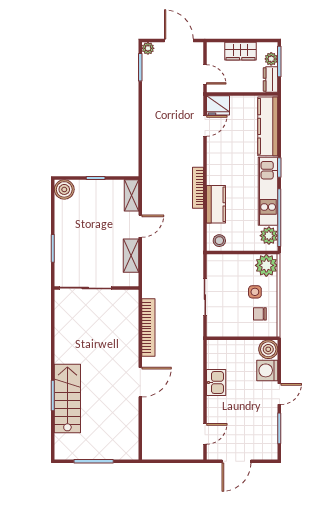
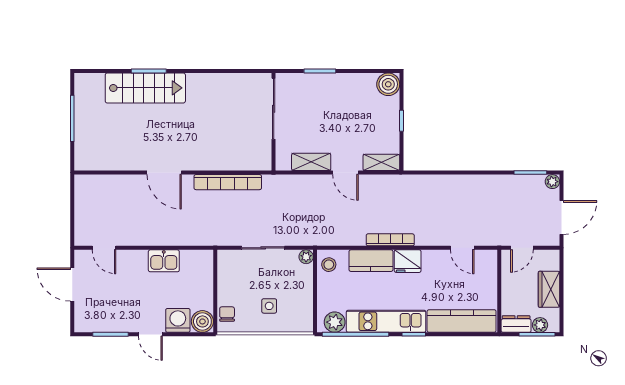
fridge: (218, 105) -> (408, 261), moved, turned -90
plant: (266, 265) -> (306, 257), moved, width x0.53, depth x0.53
chair: (260, 314) -> (227, 314), moved

